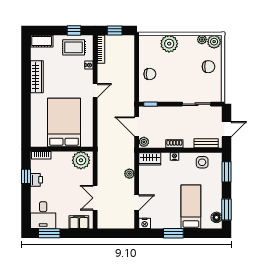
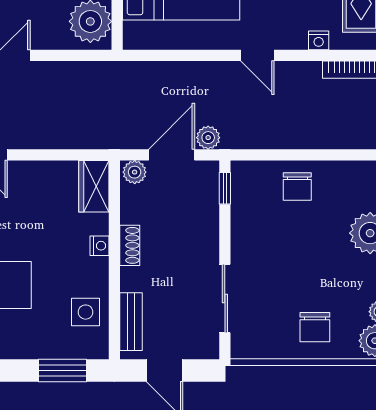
plant: (129, 174) -> (208, 138), moved

